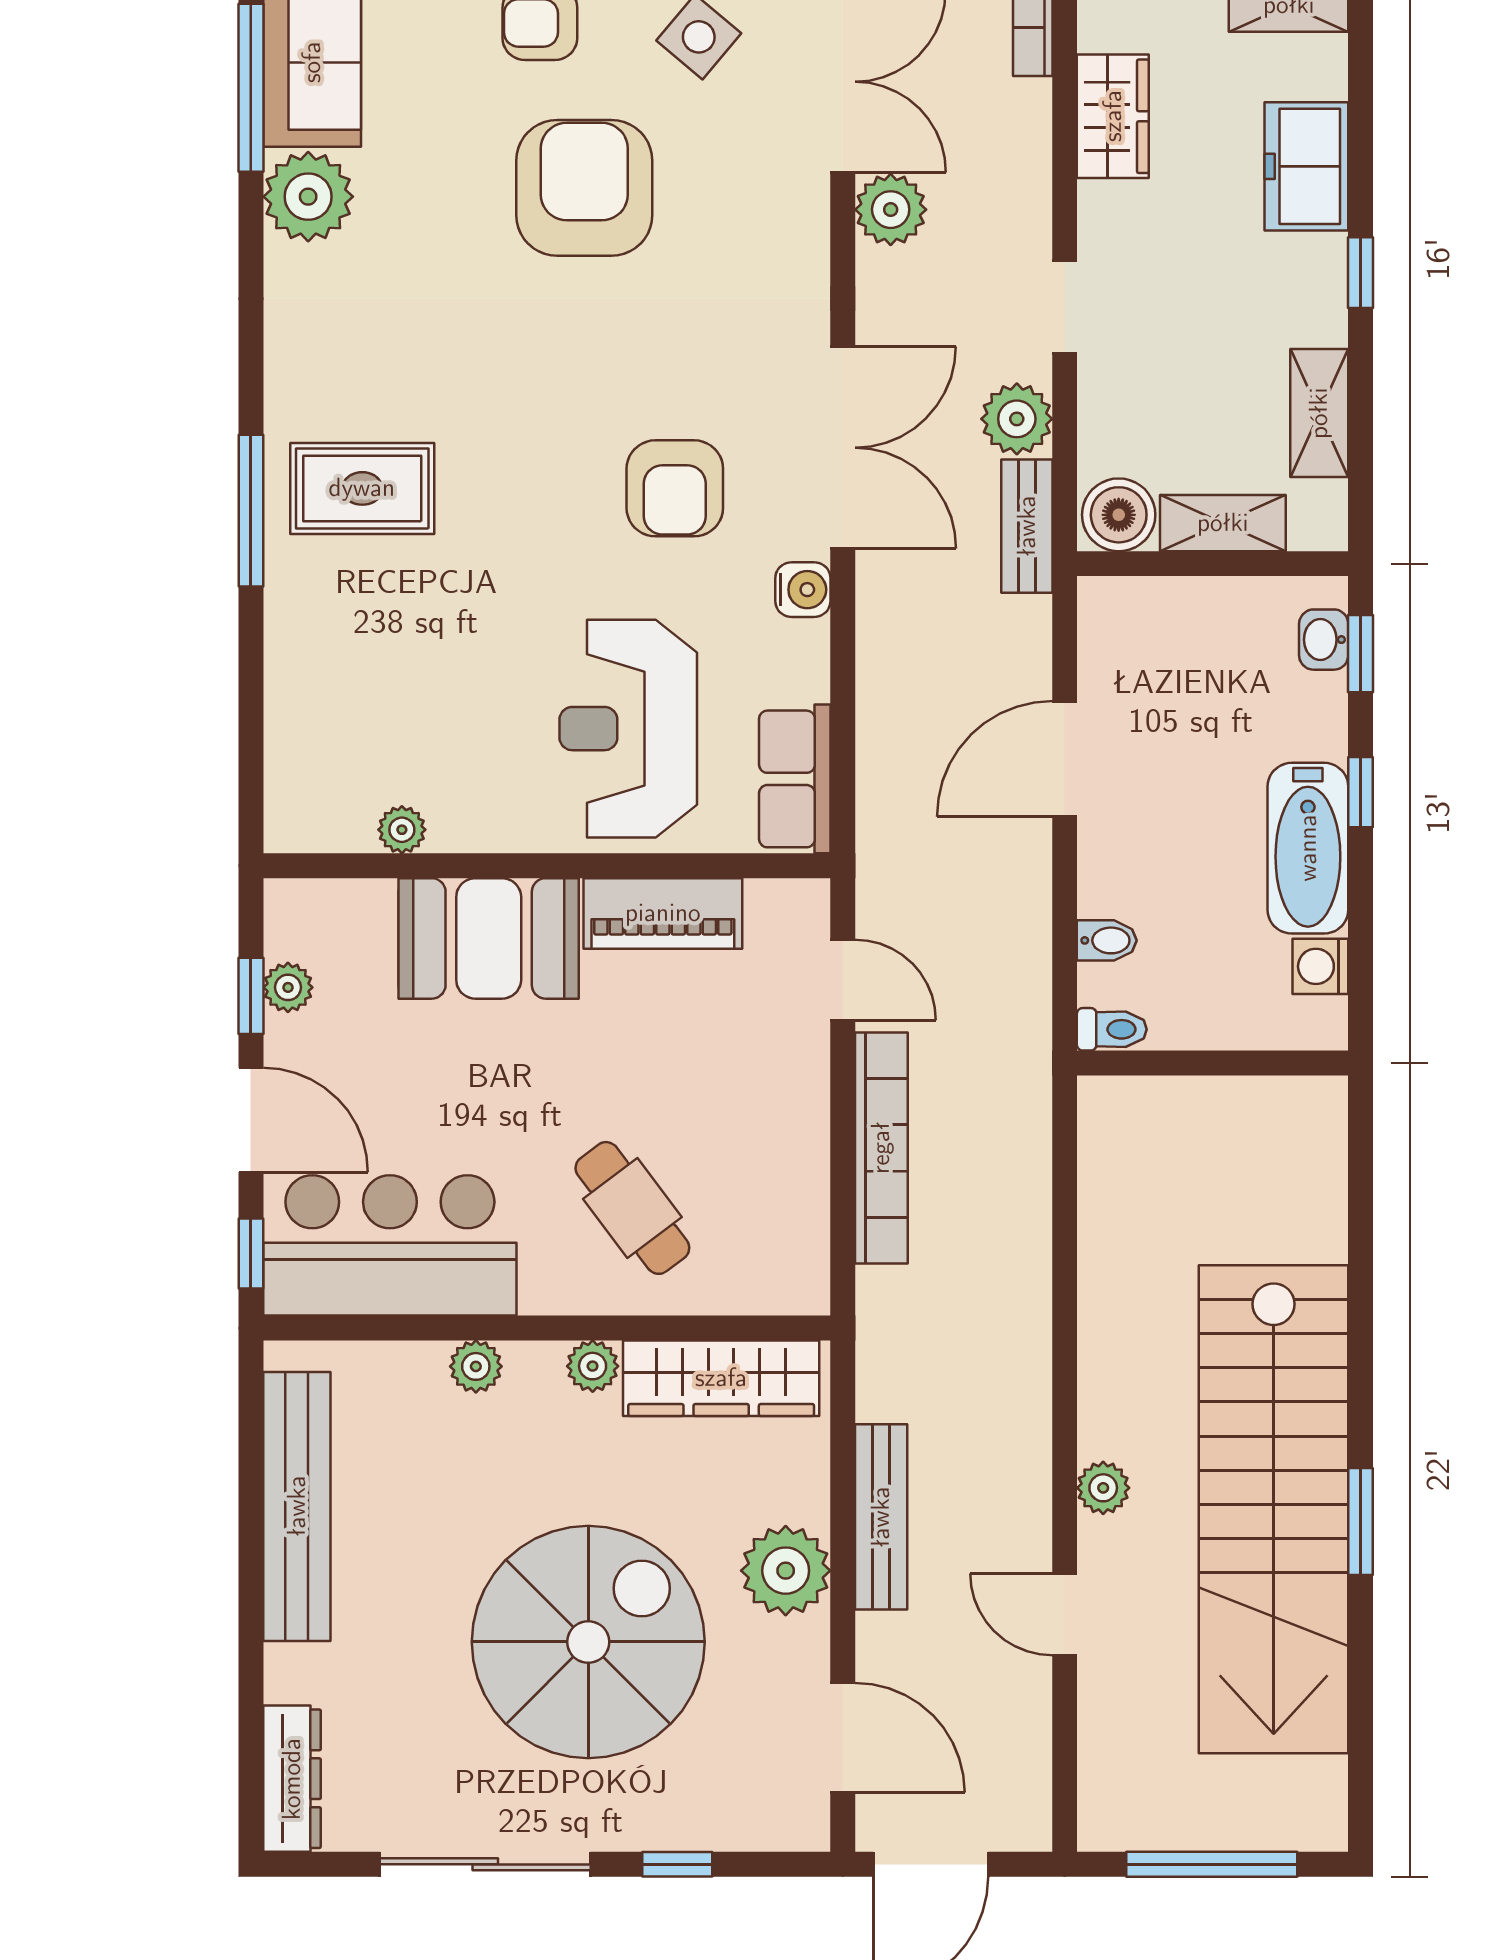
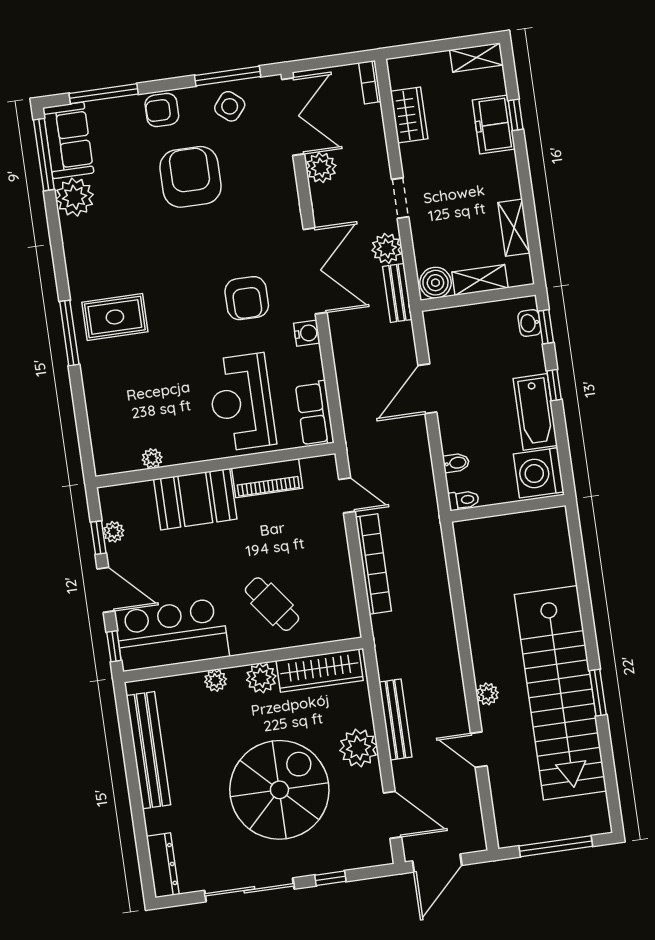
window: (1361, 273) -> (516, 115), moved
washing machine: (1320, 966) -> (539, 473), width x1.89, depth x1.89
plant: (593, 1366) -> (261, 678), width x1.38, depth x1.38

